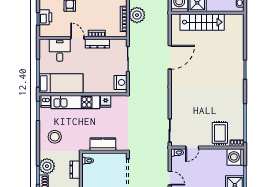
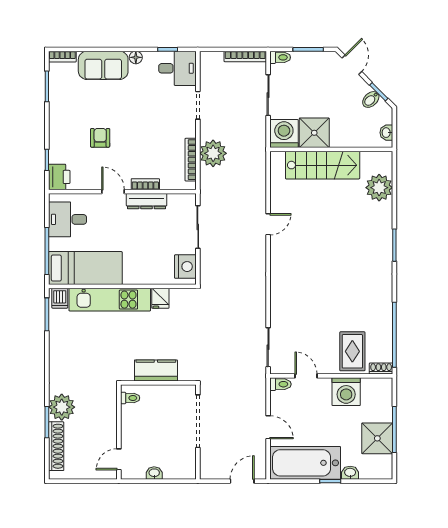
printer: (45, 17) -> (59, 177), moved
plant: (236, 35) -> (379, 188), added
desk: (60, 50) -> (67, 219), moved, turned -90
door: (170, 57) -> (268, 224), width x0.53
stool: (55, 137) -> (75, 358), removed
door: (192, 148) -> (306, 376), swing flipped
washing machine: (236, 157) -> (346, 392), moved, turned -90
dresser: (75, 170) -> (109, 413), removed

